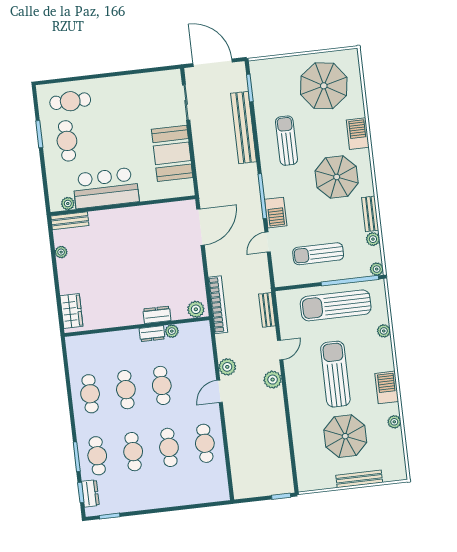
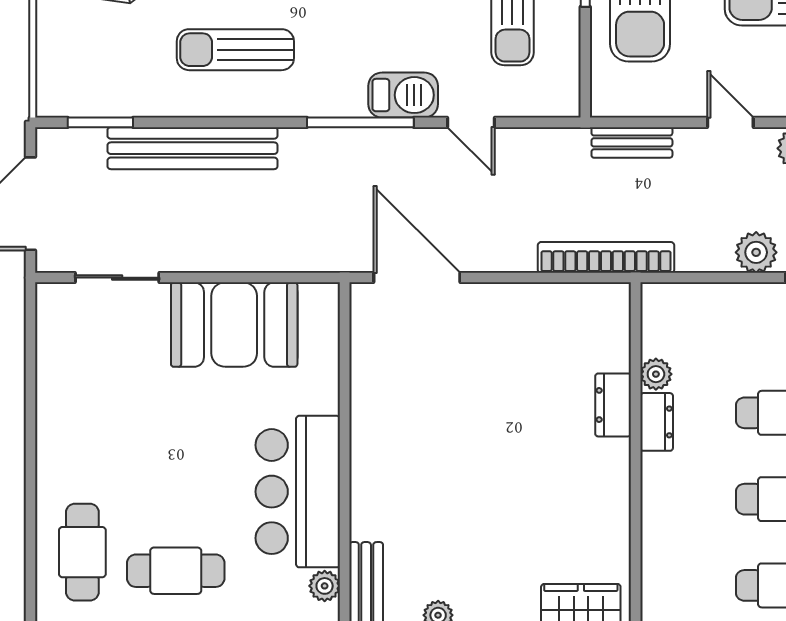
plant: (196, 309) -> (611, 311), removed

